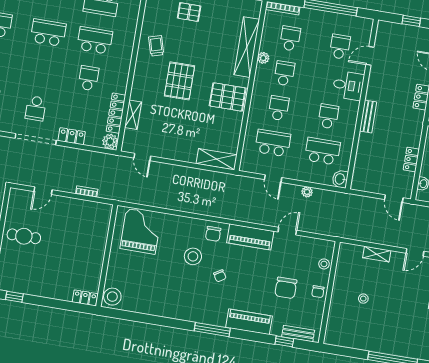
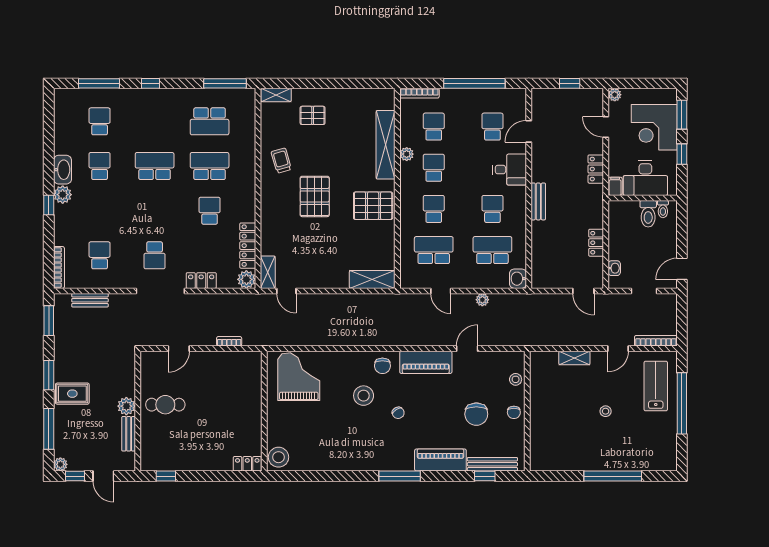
shelving: (133, 115) -> (268, 272), moved
stool: (363, 299) -> (606, 411), moved
bench: (298, 333) -> (492, 464), width x1.36

